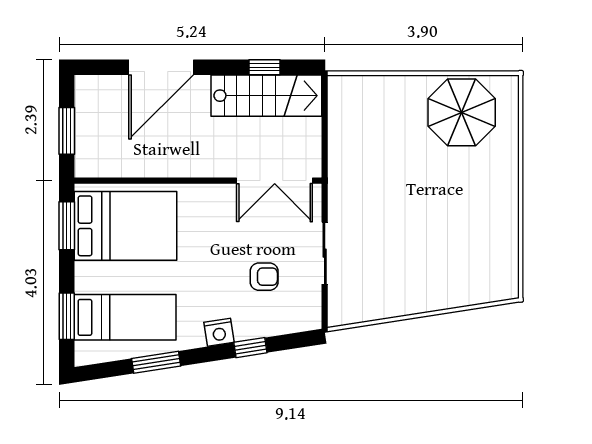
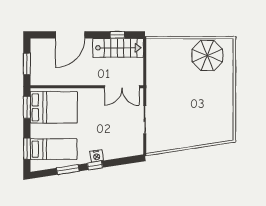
armchair: (264, 277) -> (117, 131), removed
window: (250, 348) -> (95, 165), moved

